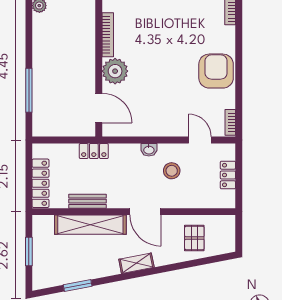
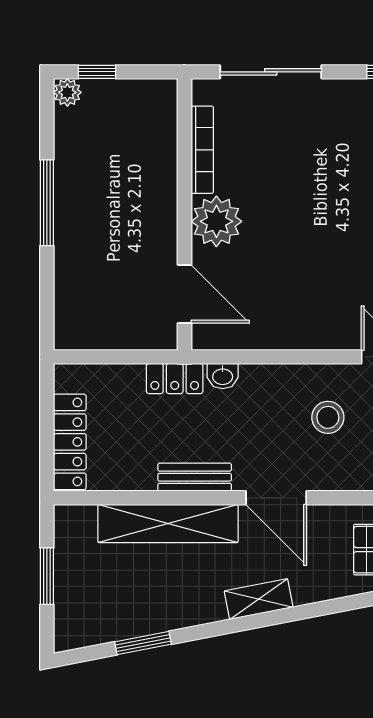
window: (29, 90) -> (47, 203), moved
washbasin: (149, 150) -> (223, 376), moved
bench: (88, 201) -> (195, 477), moved

